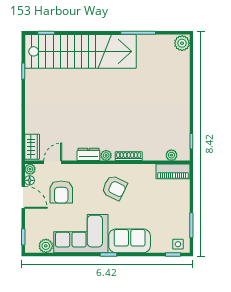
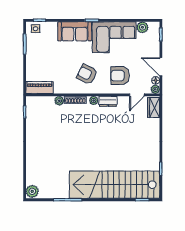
plant: (171, 155) -> (59, 101), moved
armchair: (61, 192) -> (120, 76), moved, turned -90

